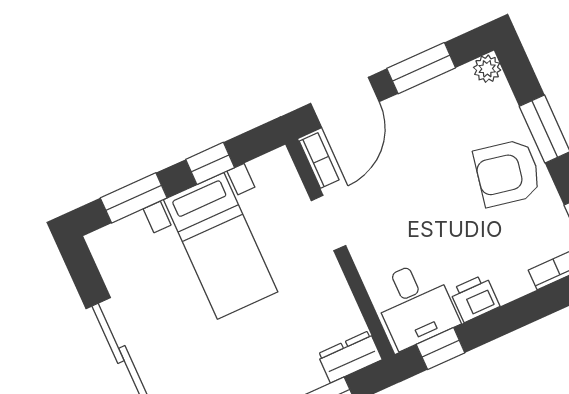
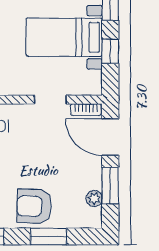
plant: (487, 69) -> (94, 199), moved
armchair: (507, 173) -> (34, 206), turned -99

